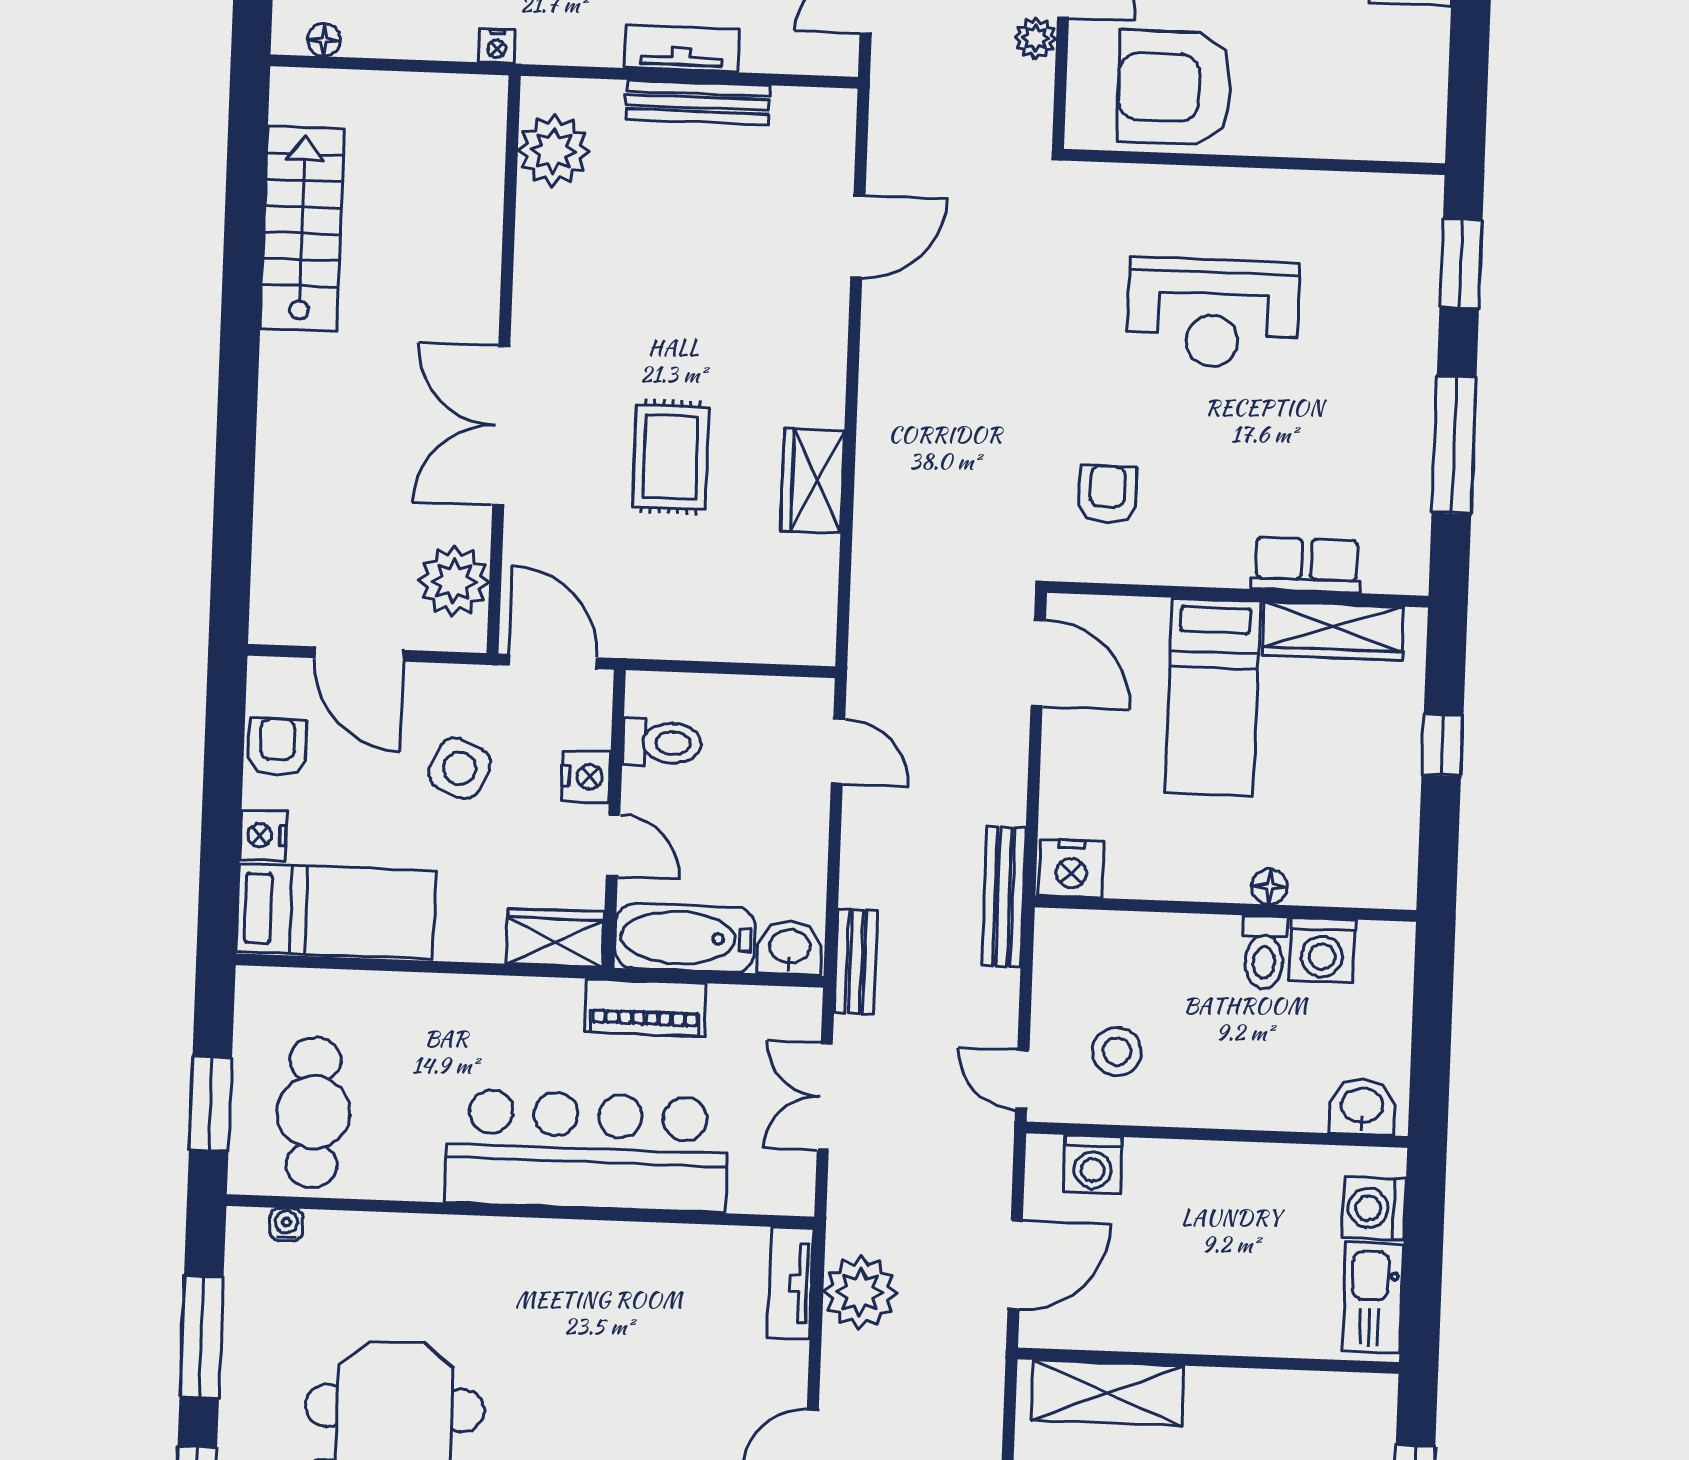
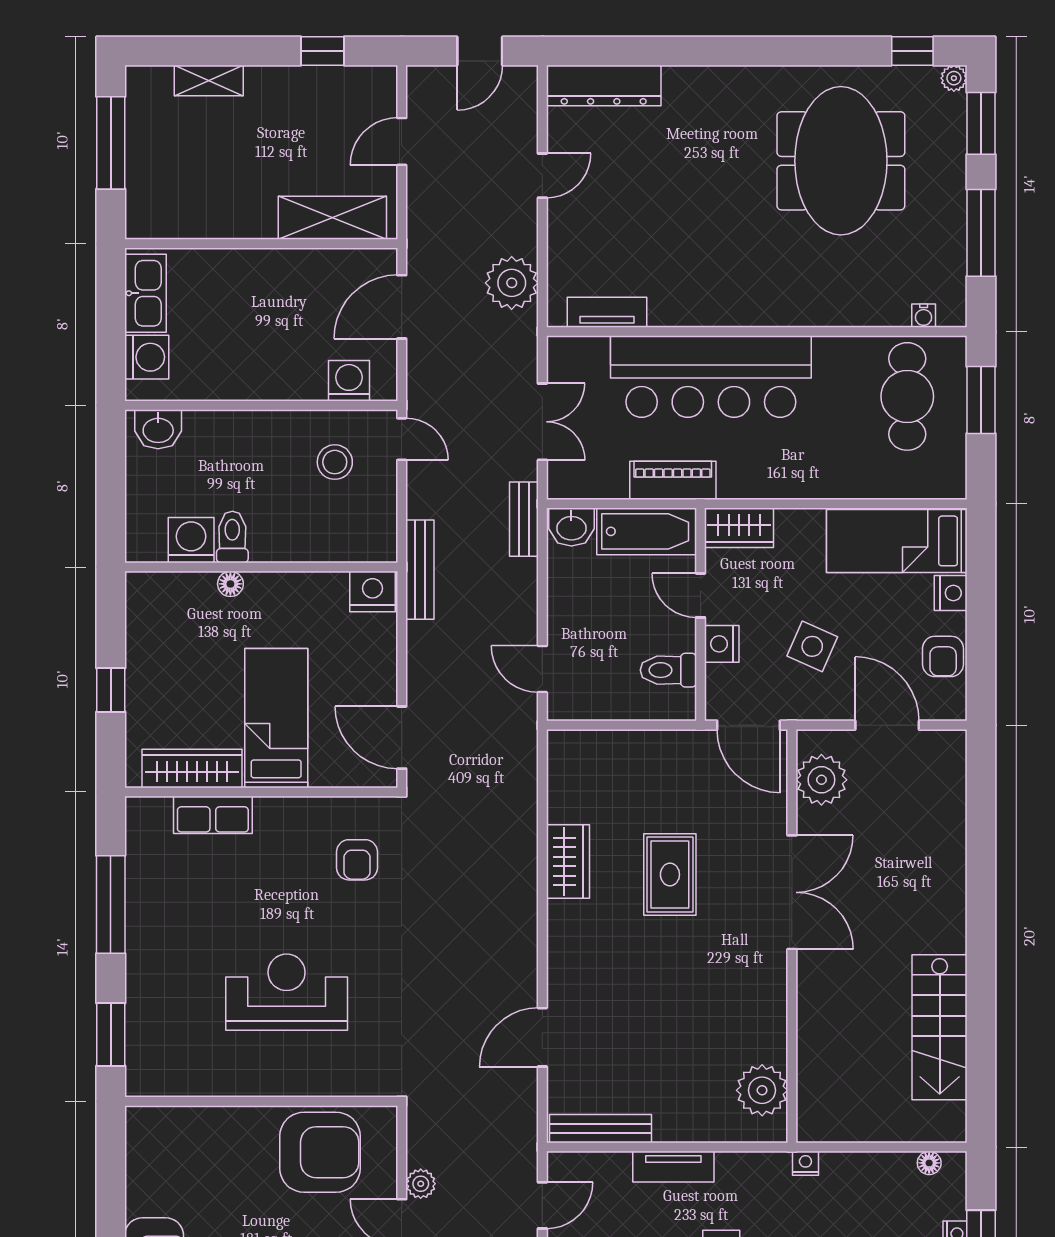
bench: (698, 103) -> (600, 1129), moved
tv unit: (791, 1283) -> (607, 312), moved, turned -90

